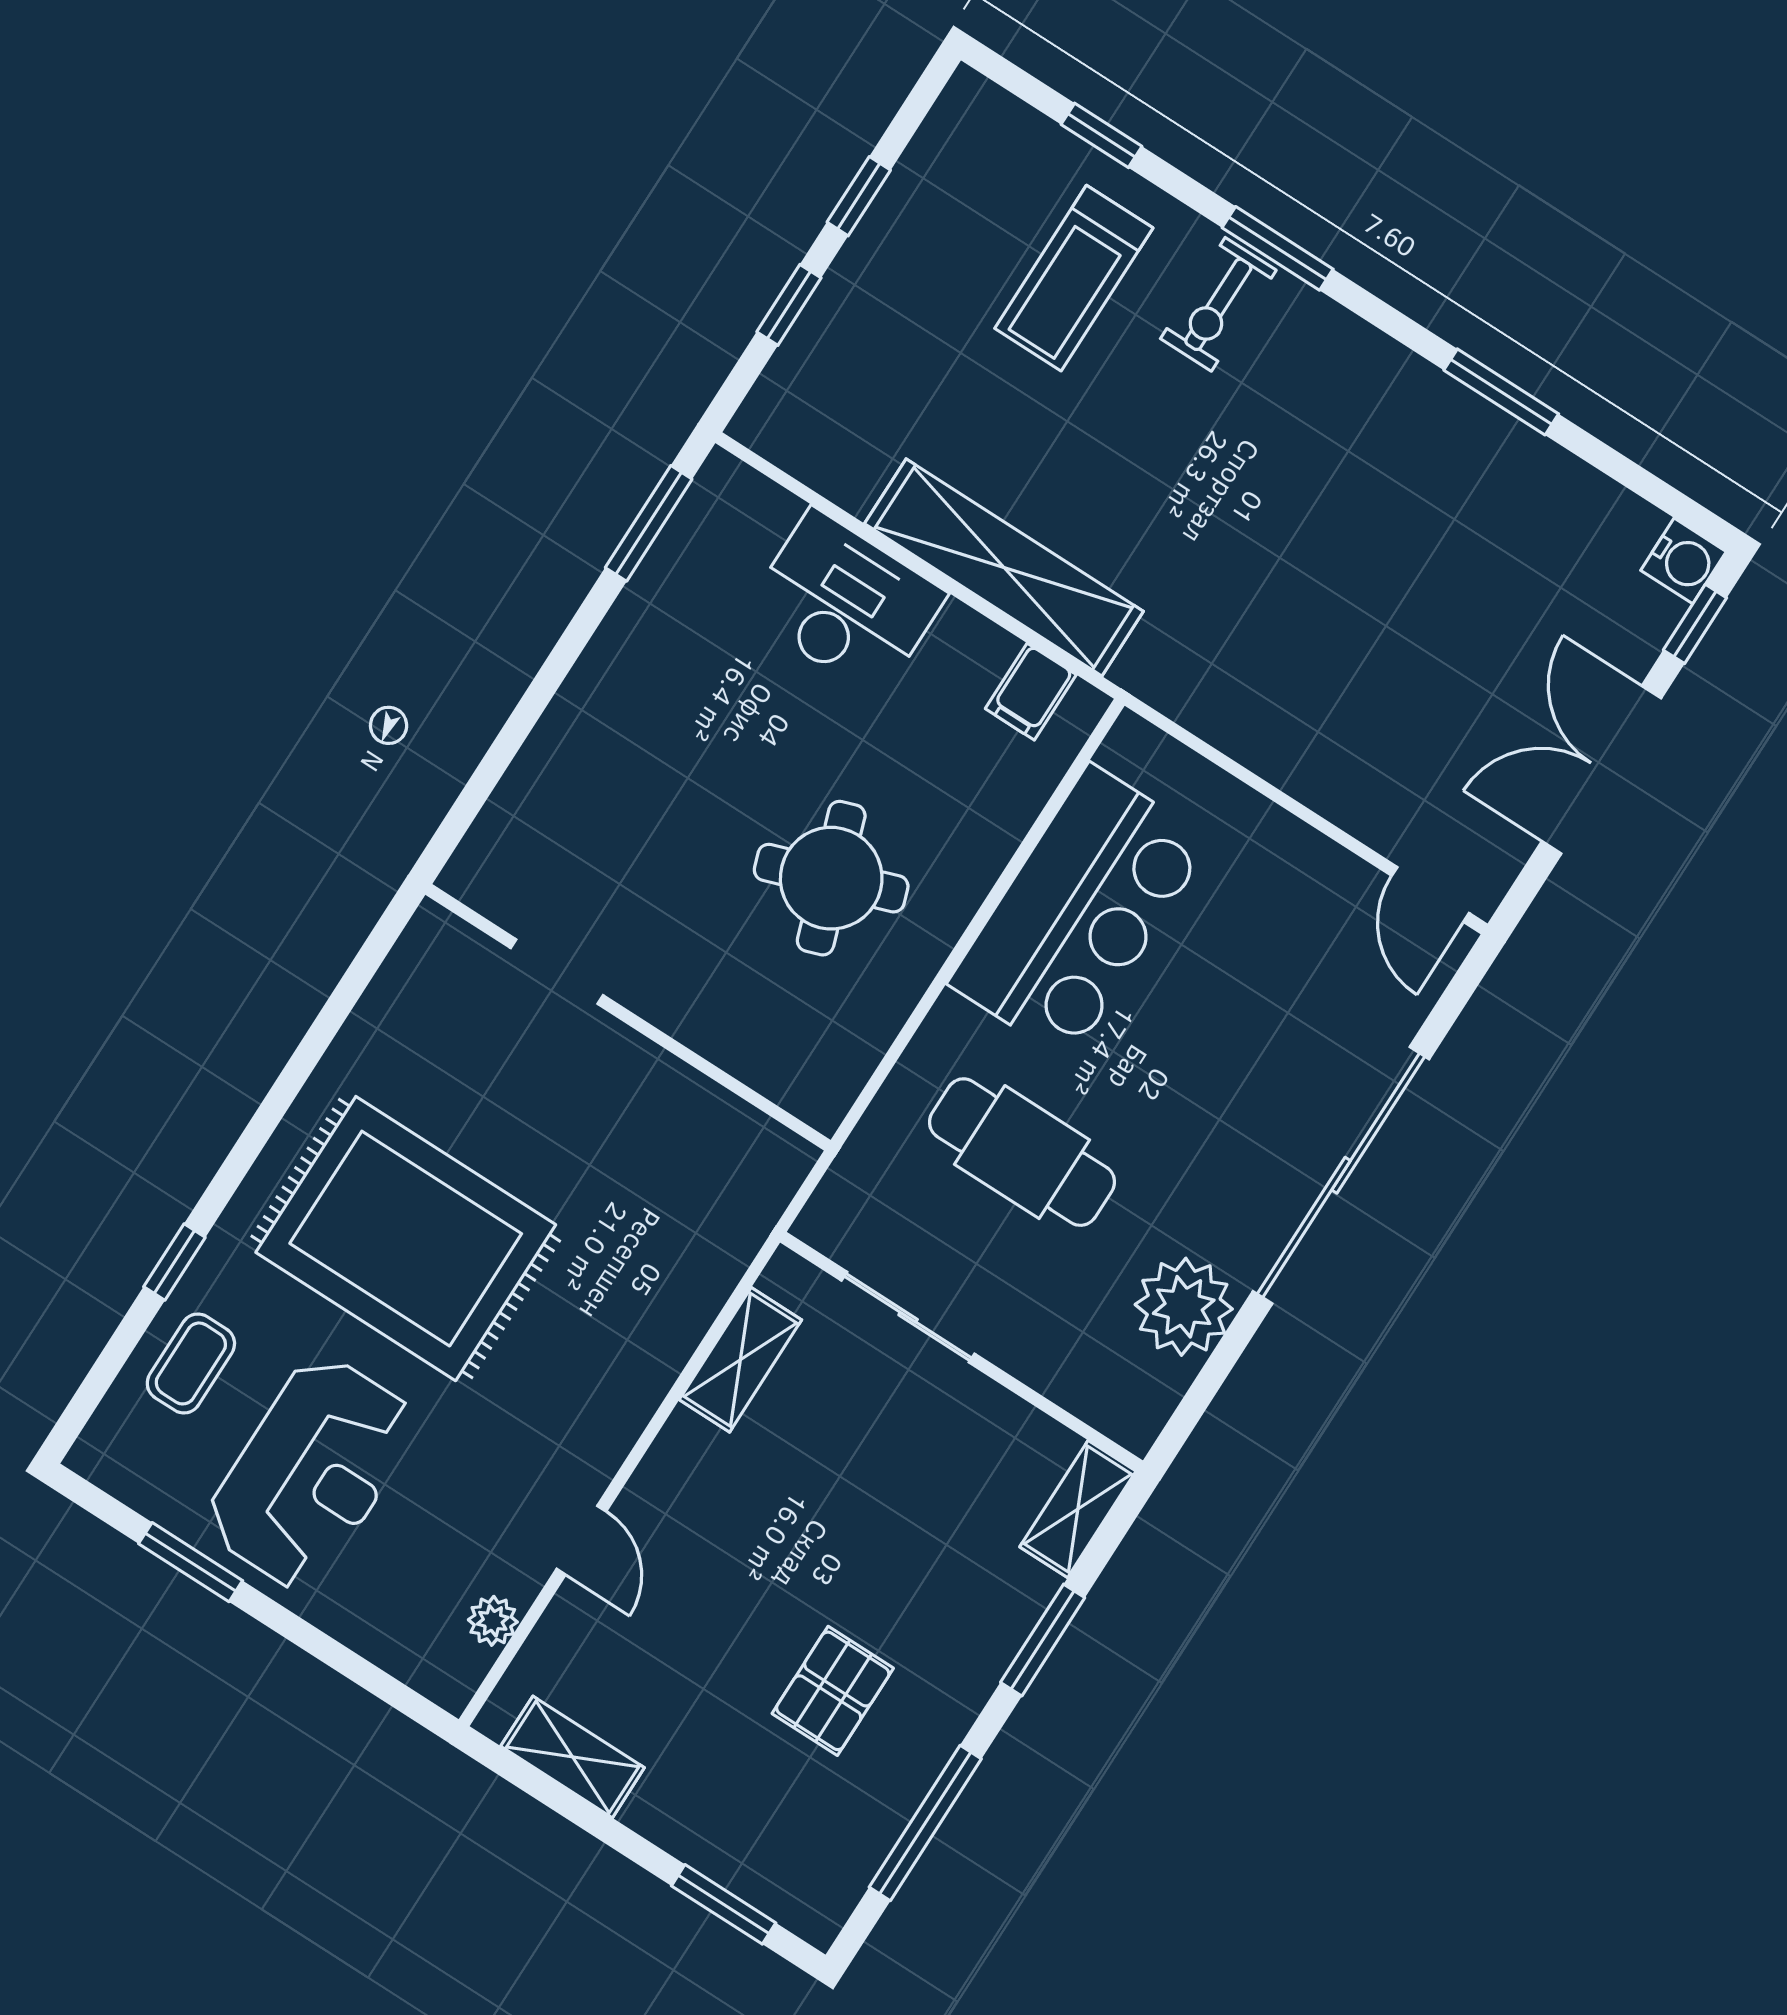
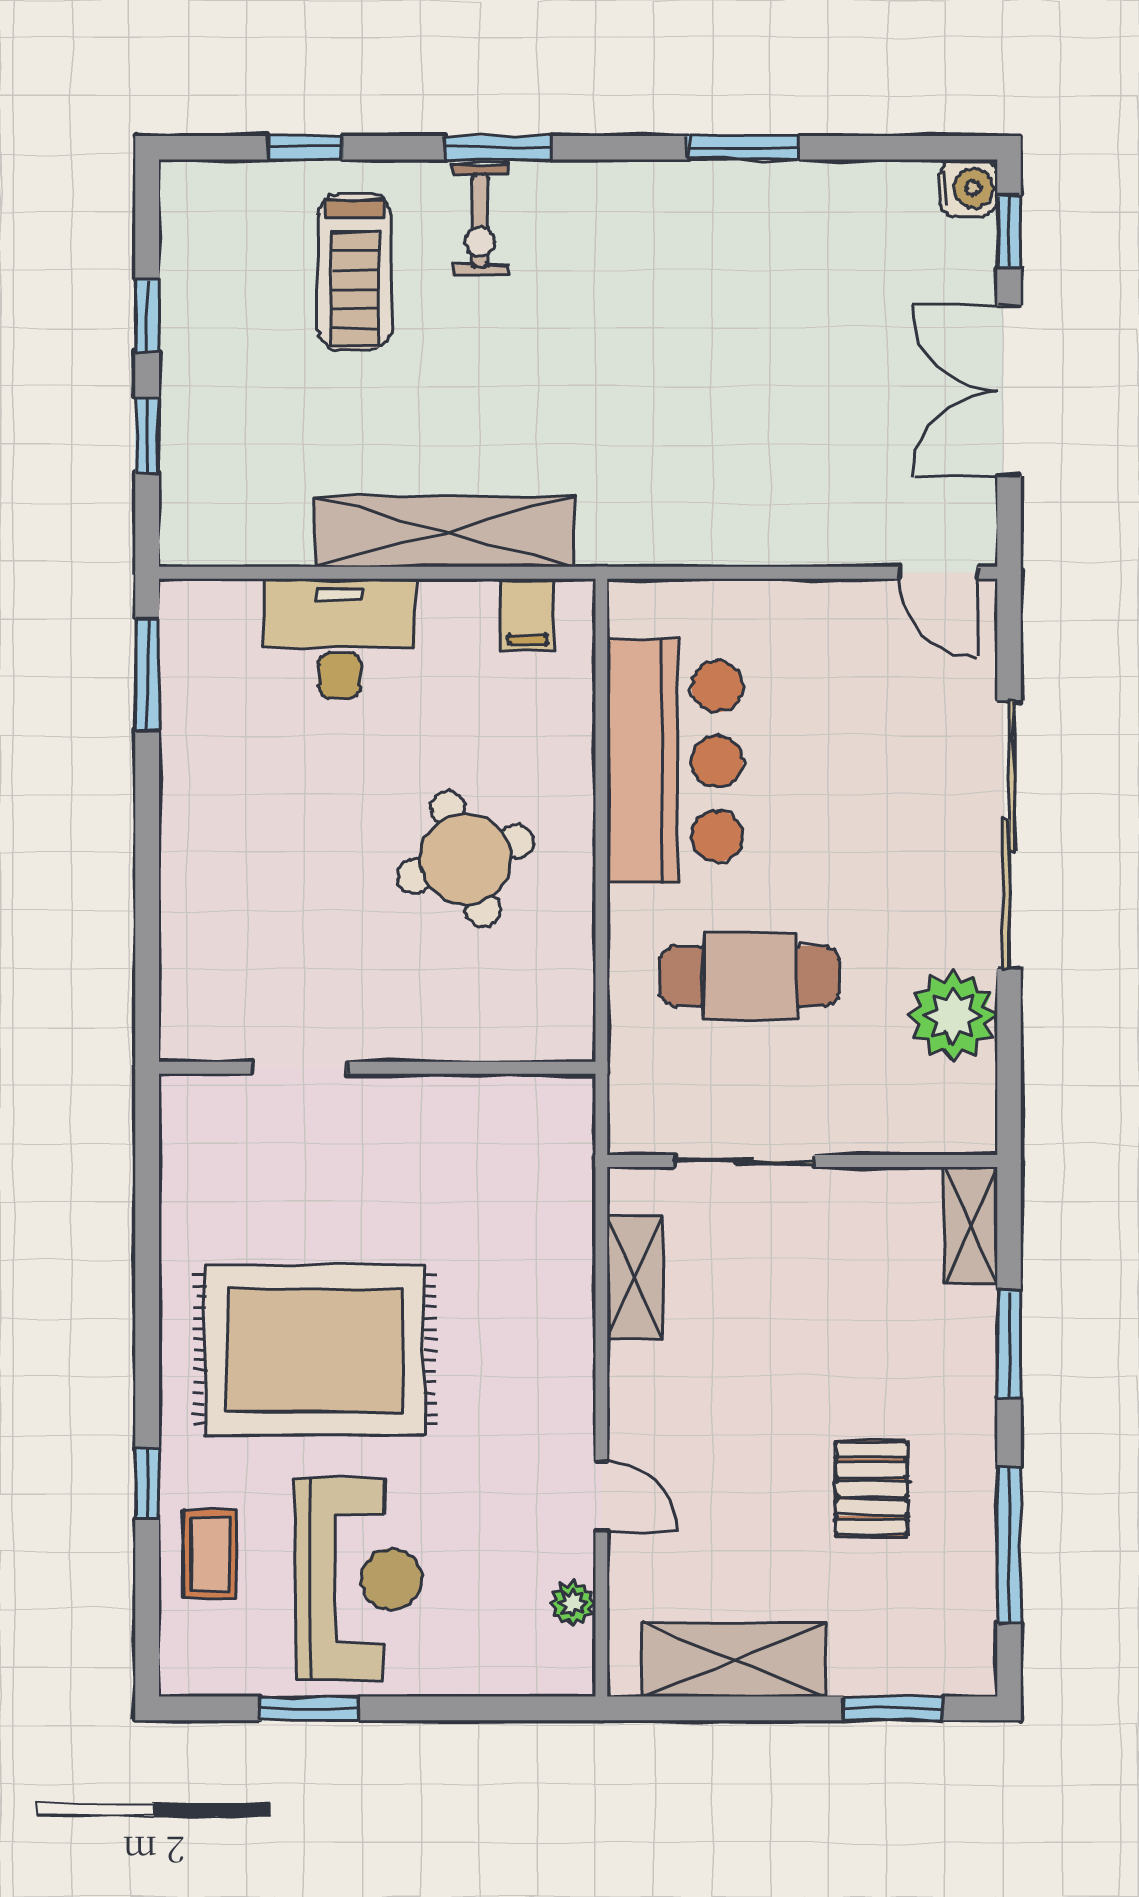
shelving: (573, 1757) -> (733, 1660), width x1.50, depth x1.33

